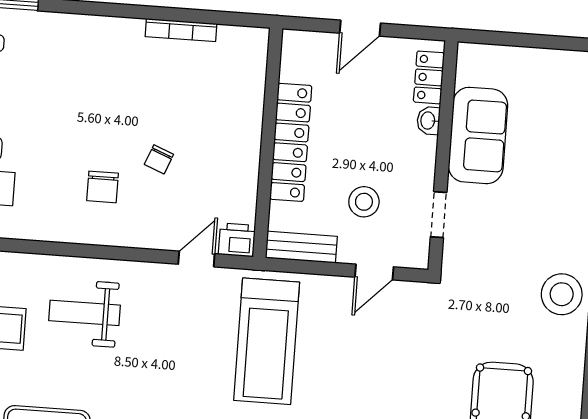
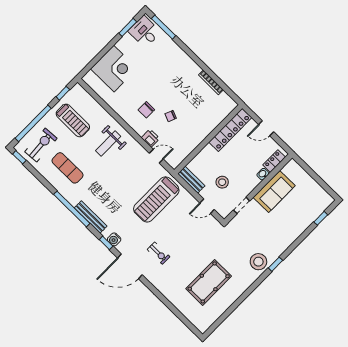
locker: (291, 142) -> (230, 130), moved
printer: (237, 240) -> (150, 138), moved
weight bench: (84, 313) -> (108, 144), turned -90

